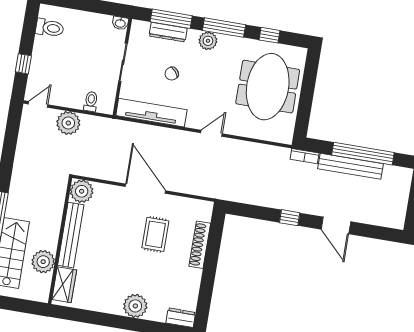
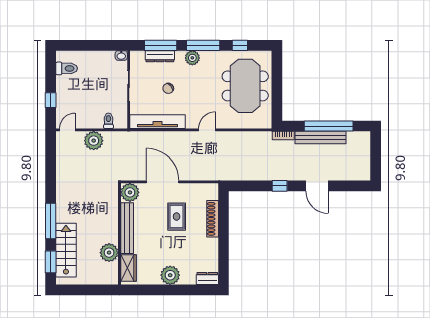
plant: (82, 191) -> (130, 192), moved
bench: (71, 235) -> (127, 228), moved
wall: (60, 241) -> (119, 234), moved
plant: (43, 262) -> (109, 253), moved
wardrobe: (64, 285) -> (129, 268), moved

